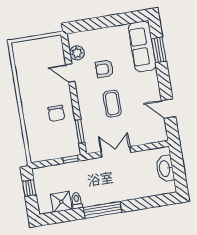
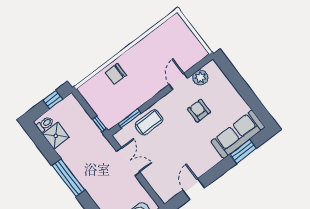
coffee table: (112, 104) -> (149, 122), moved
chair: (56, 113) -> (116, 74), moved
toilet: (77, 201) -> (45, 124), moved

